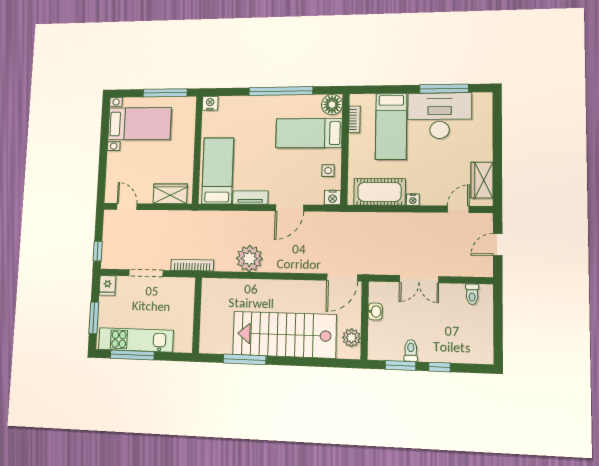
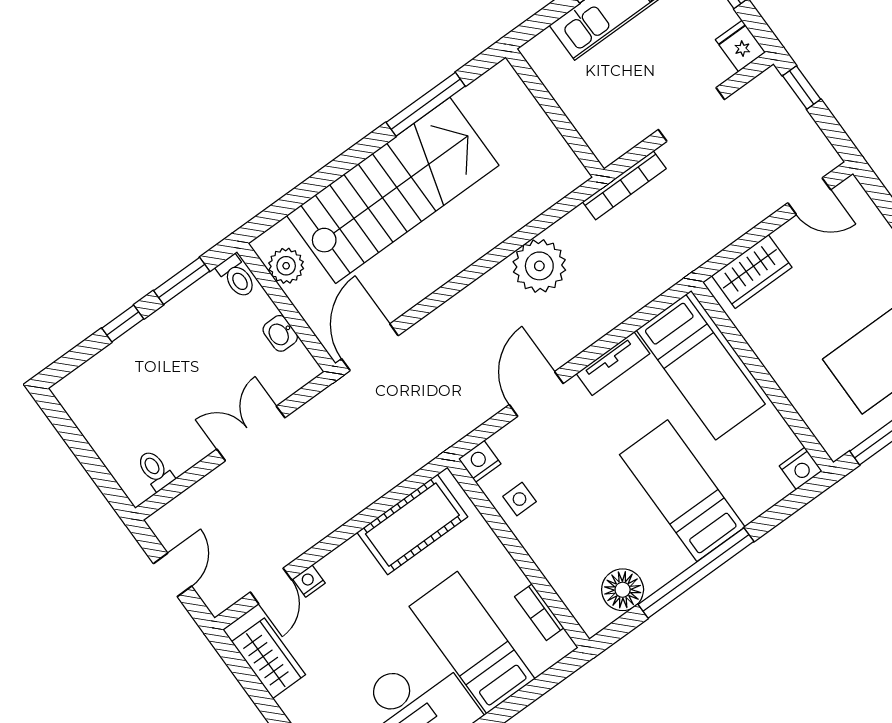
floor lamp: (332, 105) -> (623, 590), moved
bed: (309, 133) -> (682, 491), moved, turned -90
nightstand: (413, 200) -> (309, 581), moved
toilet: (411, 350) -> (237, 277), moved

